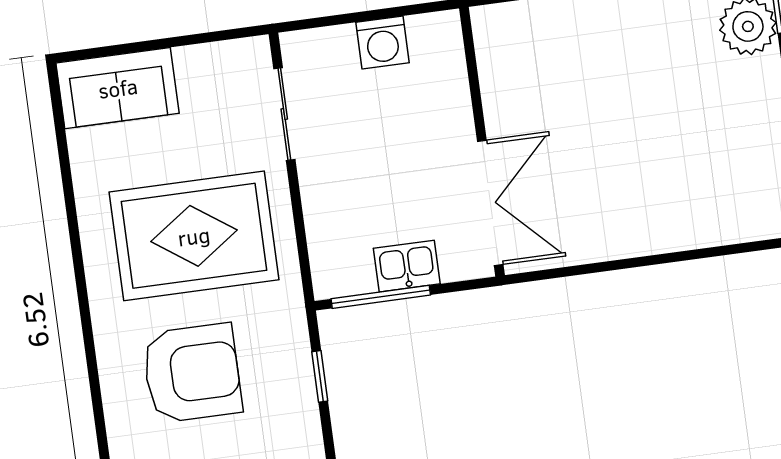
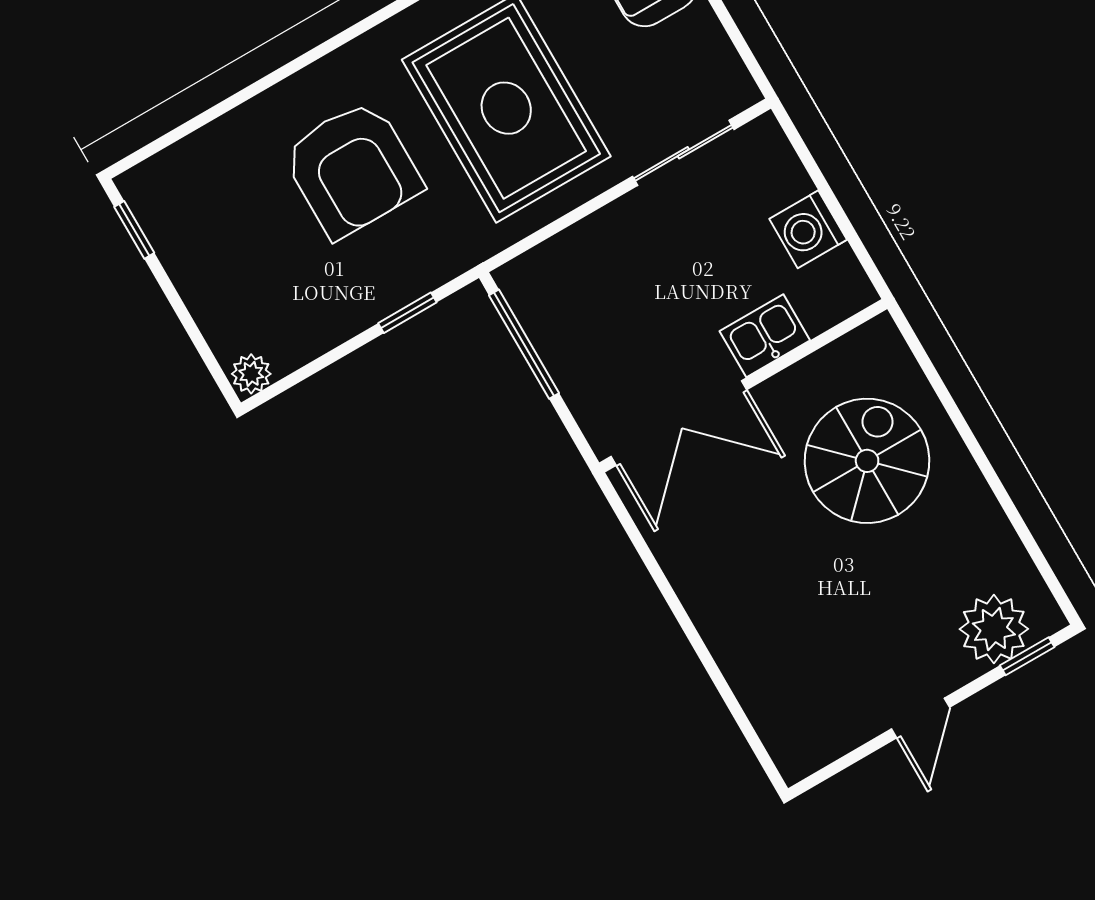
spiral stairs: (579, 71) -> (867, 461), added
kitchen sink: (407, 266) -> (765, 336), moved, turned -90

